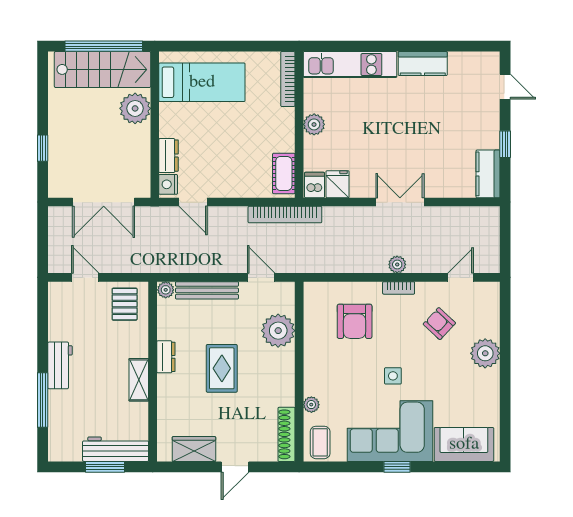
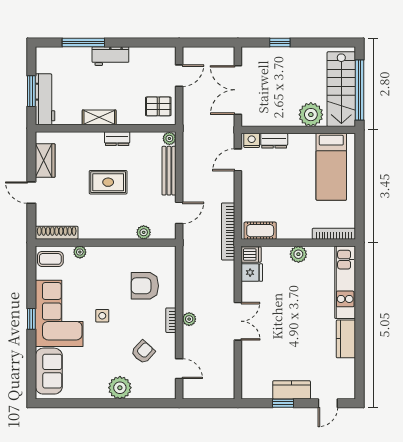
kitchen counter: (488, 174) -> (292, 390), moved
plant: (278, 331) -> (144, 232), width x0.53, depth x0.53

